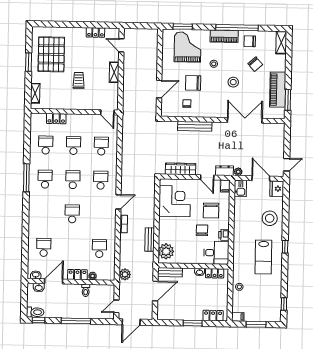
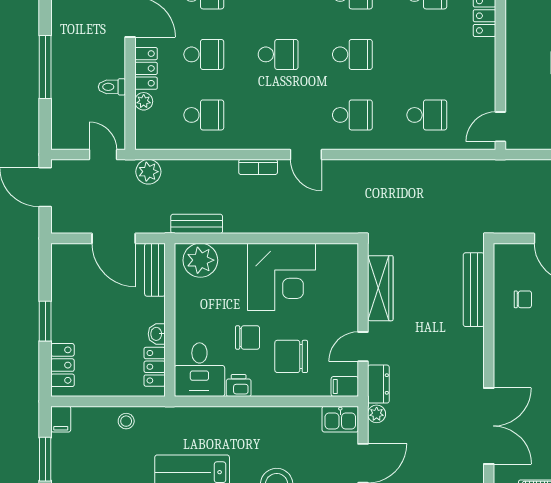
bench: (195, 126) -> (474, 290), moved
school desk: (74, 146) -> (204, 54), moved
corner desk: (175, 201) -> (281, 277), moved
bench: (150, 240) -> (197, 224), moved
door: (116, 306) -> (103, 155), moved

